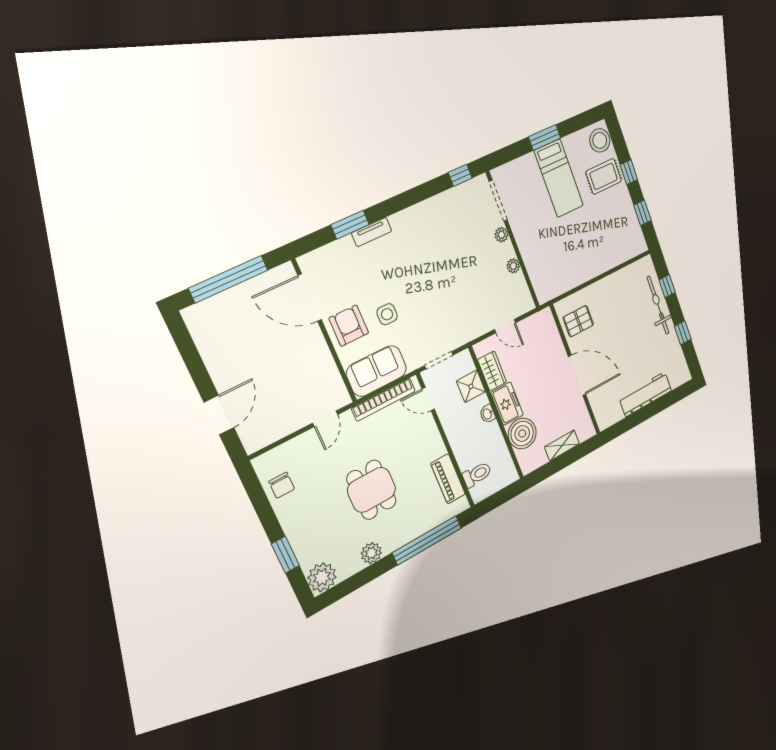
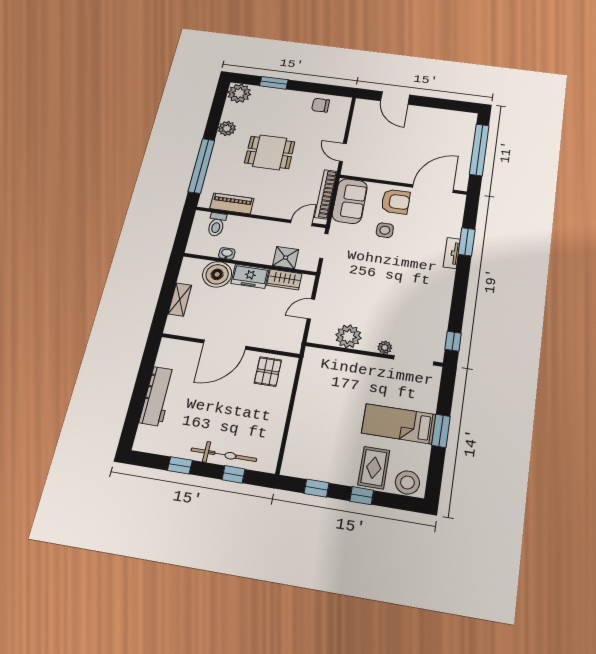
plant: (513, 266) -> (348, 336), width x1.87, depth x1.87
washbasin: (487, 414) -> (227, 253), moved

